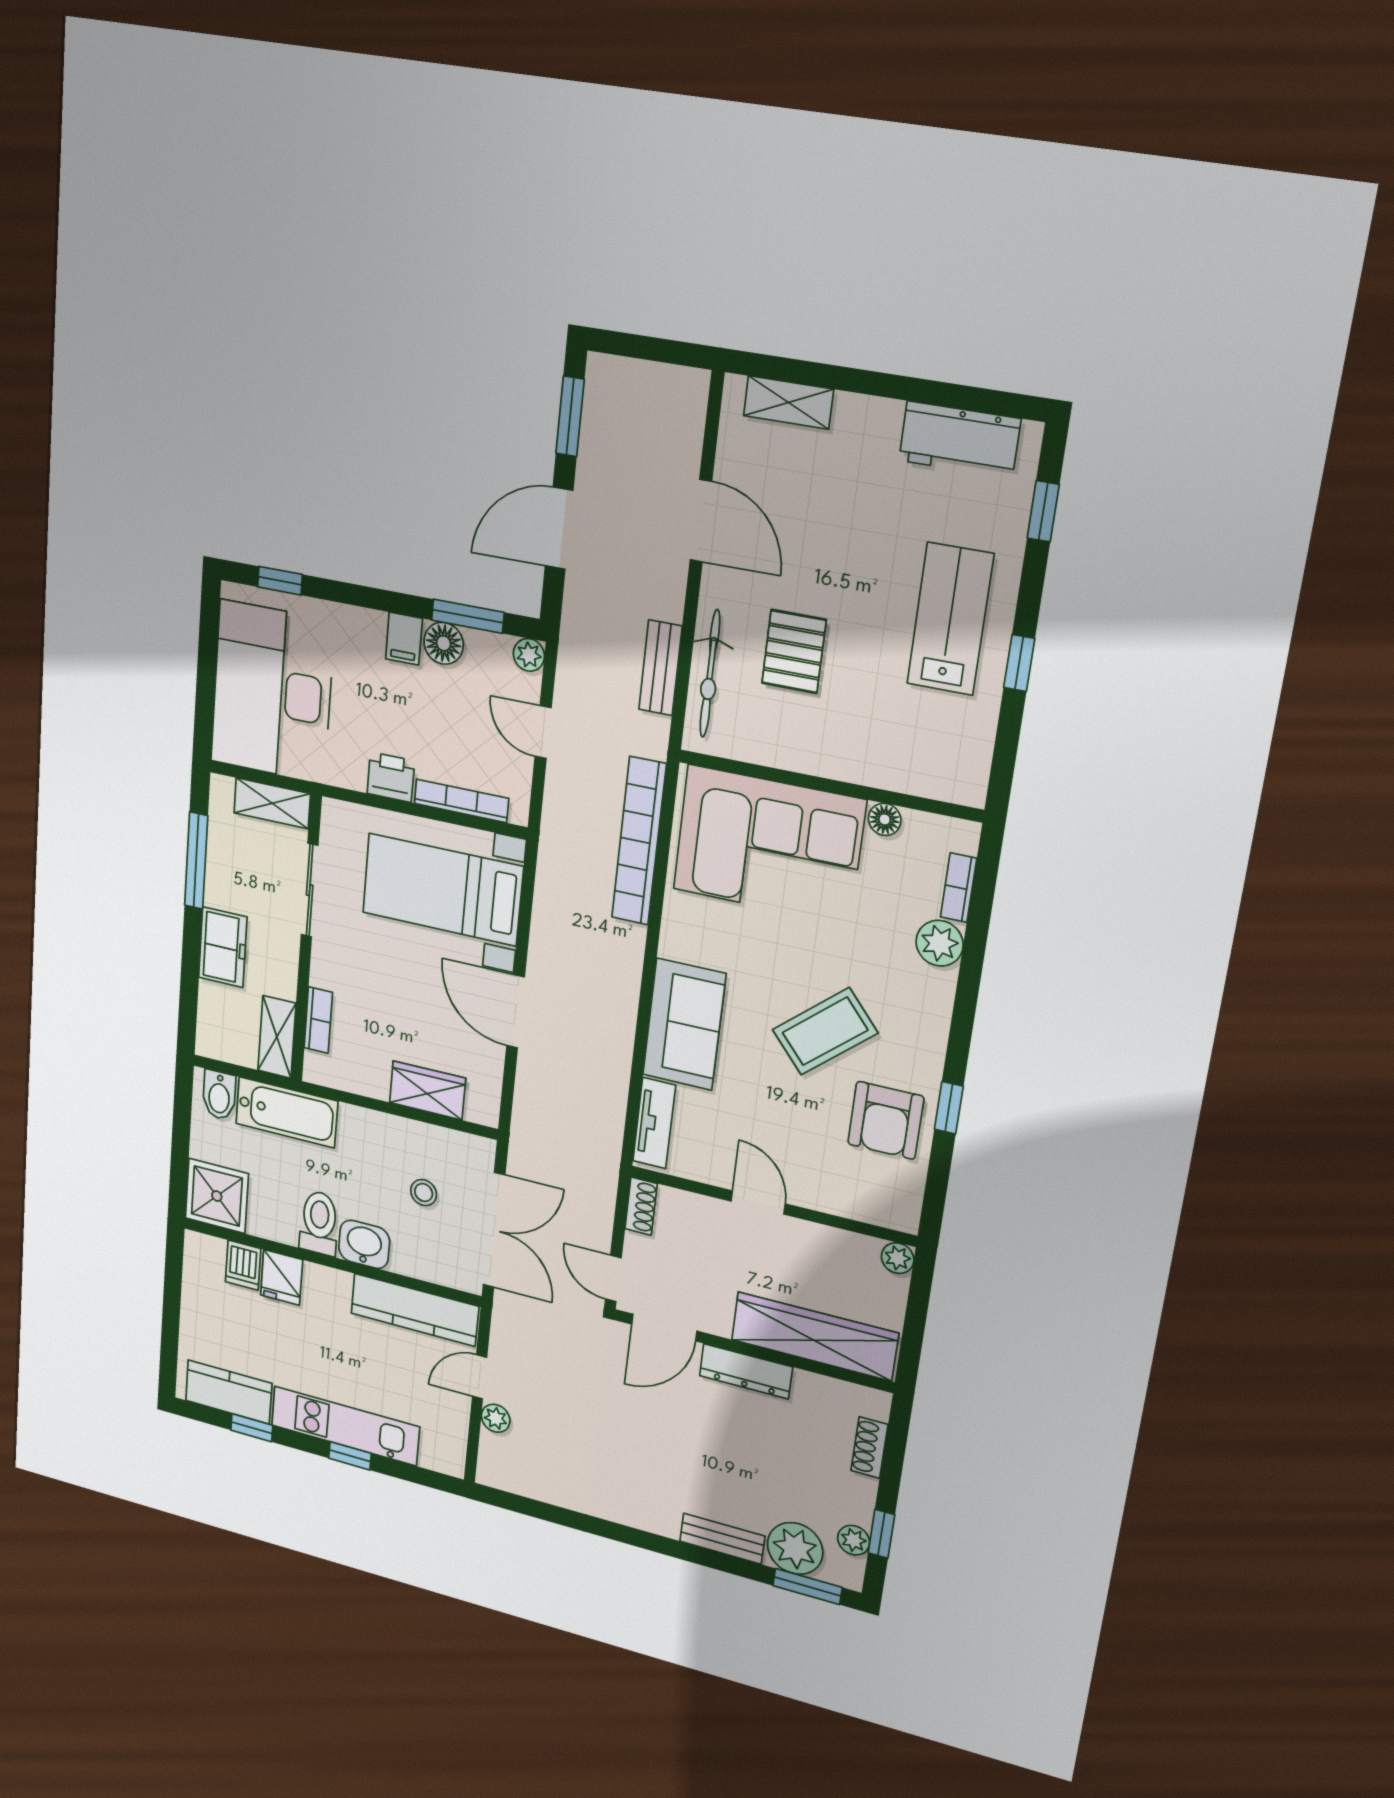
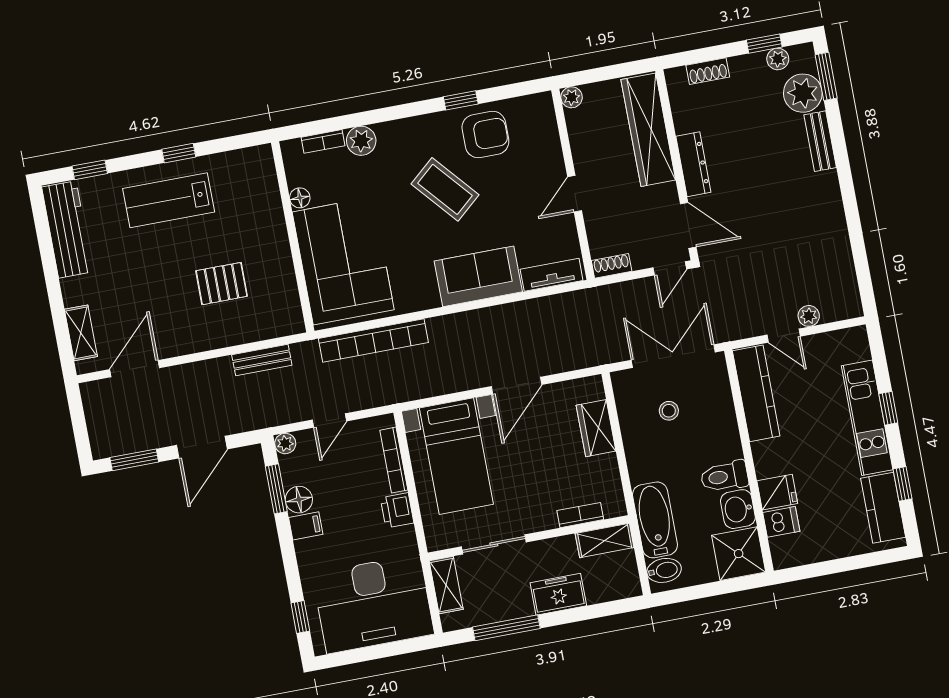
workbench: (960, 440) -> (67, 229), width x1.38
door: (701, 521) -> (135, 369), moved
door: (559, 528) -> (202, 447), hinge flipped
bicycle: (710, 674) -> (254, 329), removed
washbasin: (364, 1244) -> (738, 509), moved

